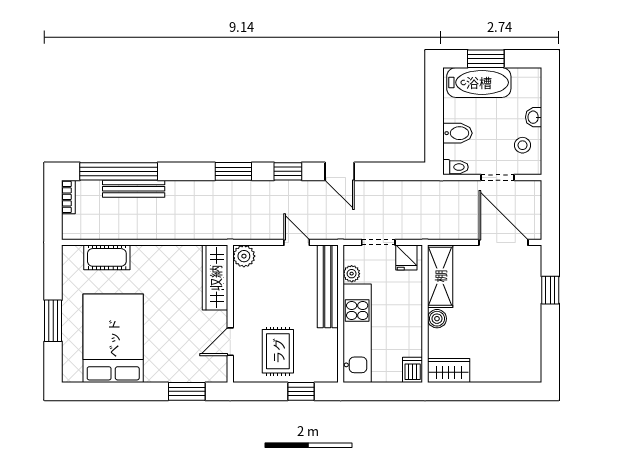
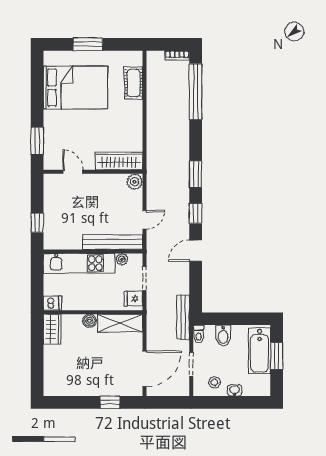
bench: (134, 189) -> (183, 317), moved
rug: (278, 351) -> (66, 206), removed

